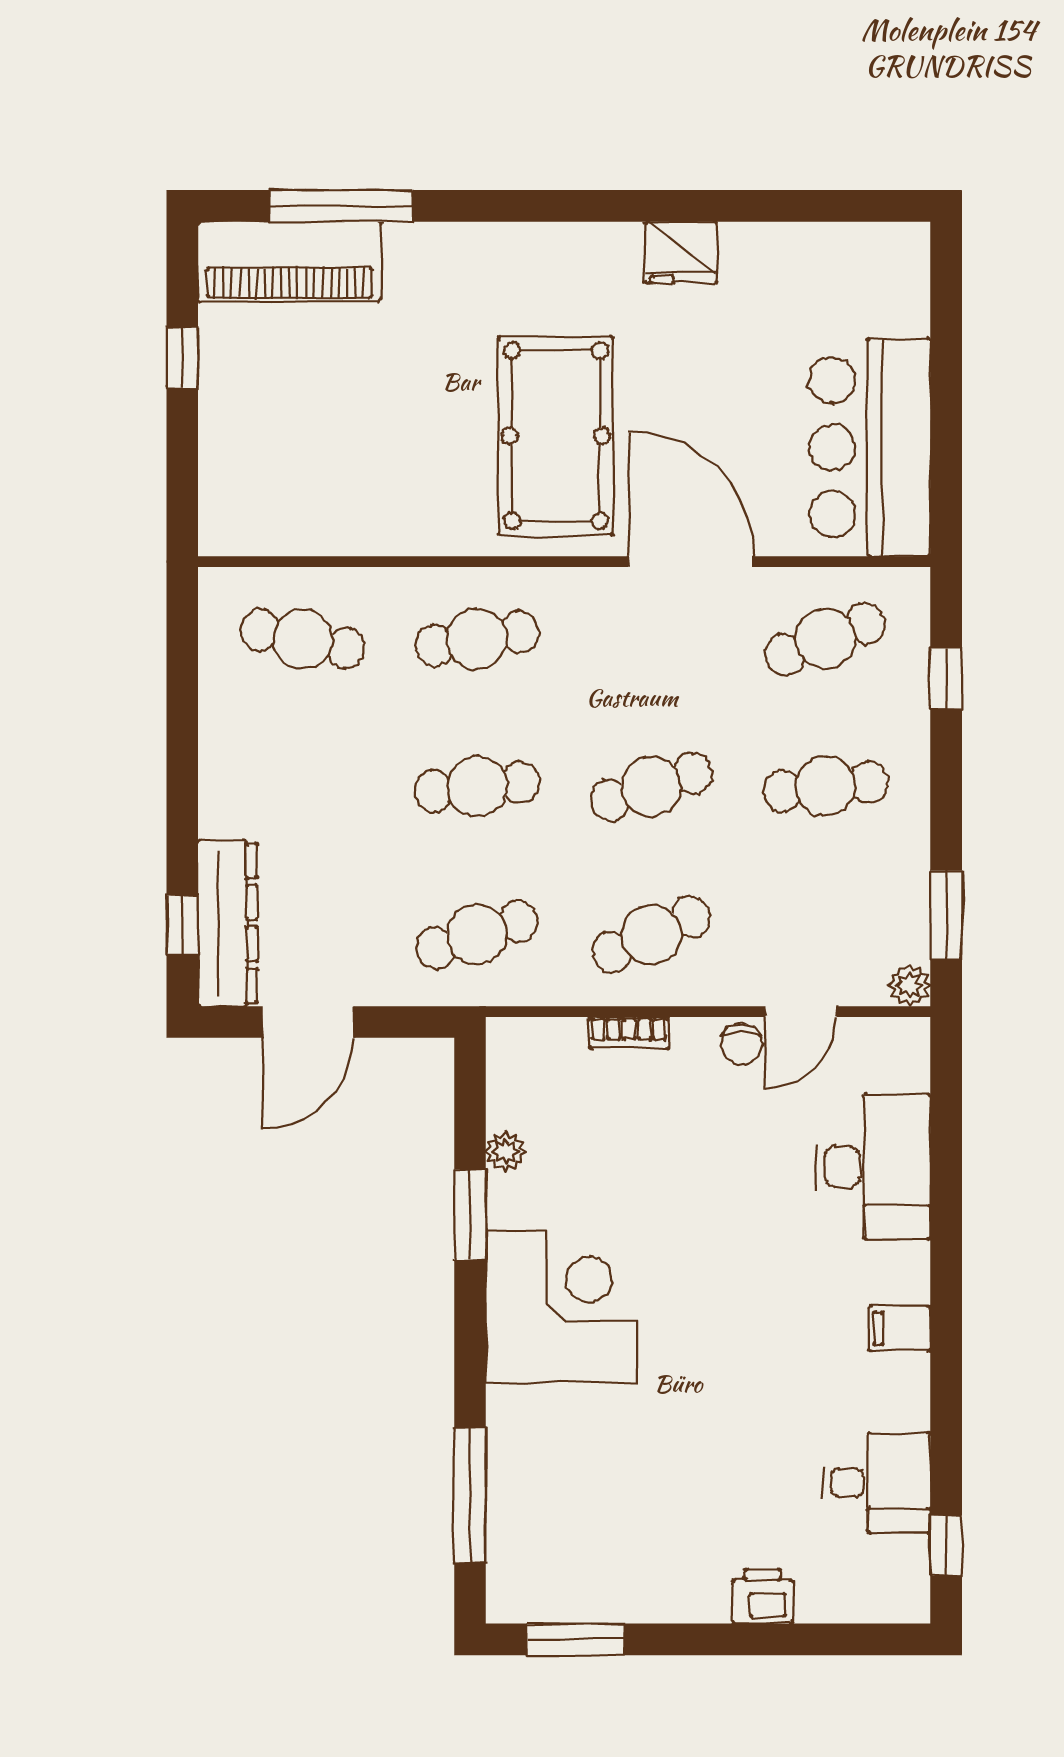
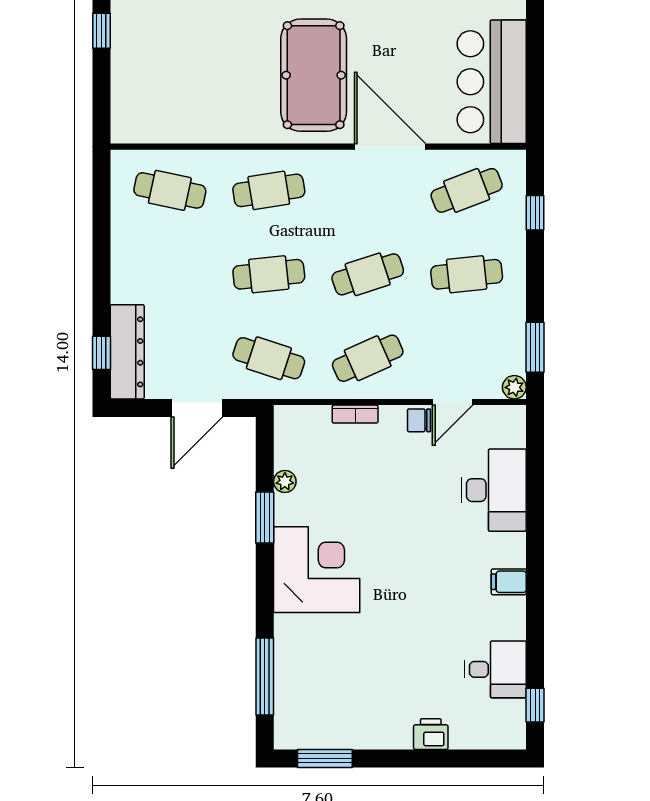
cafe table: (477, 934) -> (269, 358), turned 36
door: (308, 1022) -> (197, 408), moved
chair: (742, 1044) -> (419, 420), turned 90

